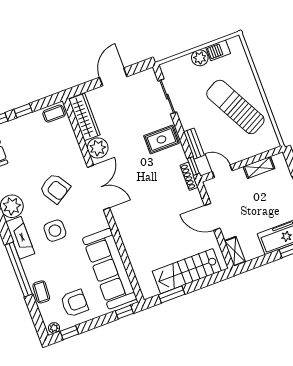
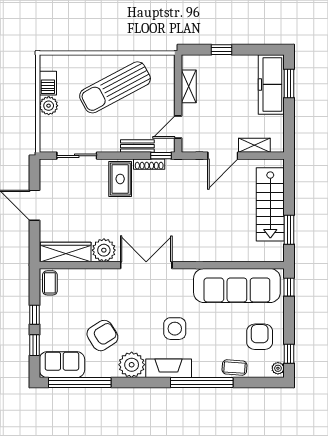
shoe rack: (189, 176) -> (149, 164), moved
armchair: (55, 188) -> (102, 336), moved
shelving: (235, 251) -> (254, 145), moved

